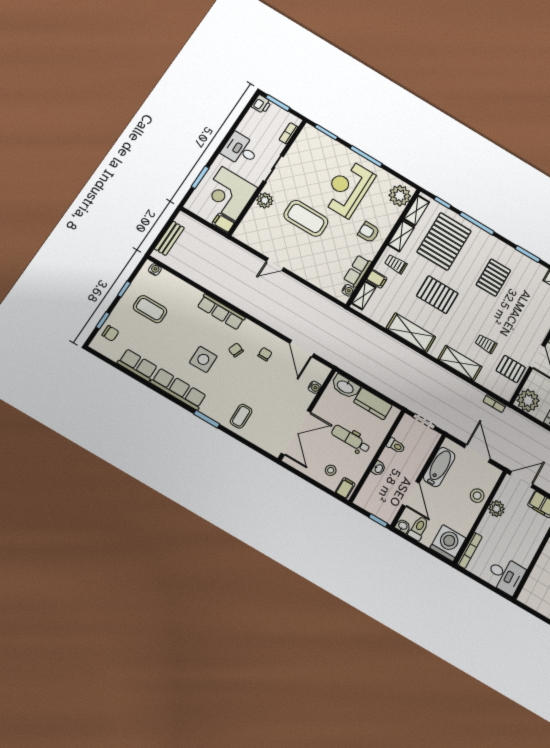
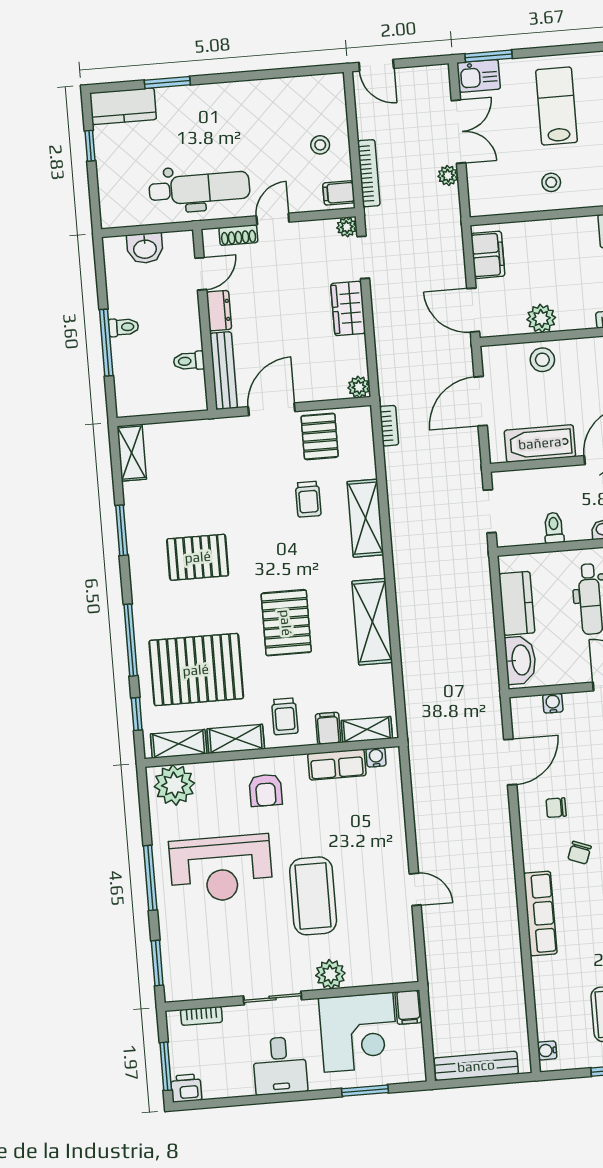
bench: (169, 238) -> (476, 1066), width x1.36
plant: (528, 401) -> (359, 387), width x0.53, depth x0.53

